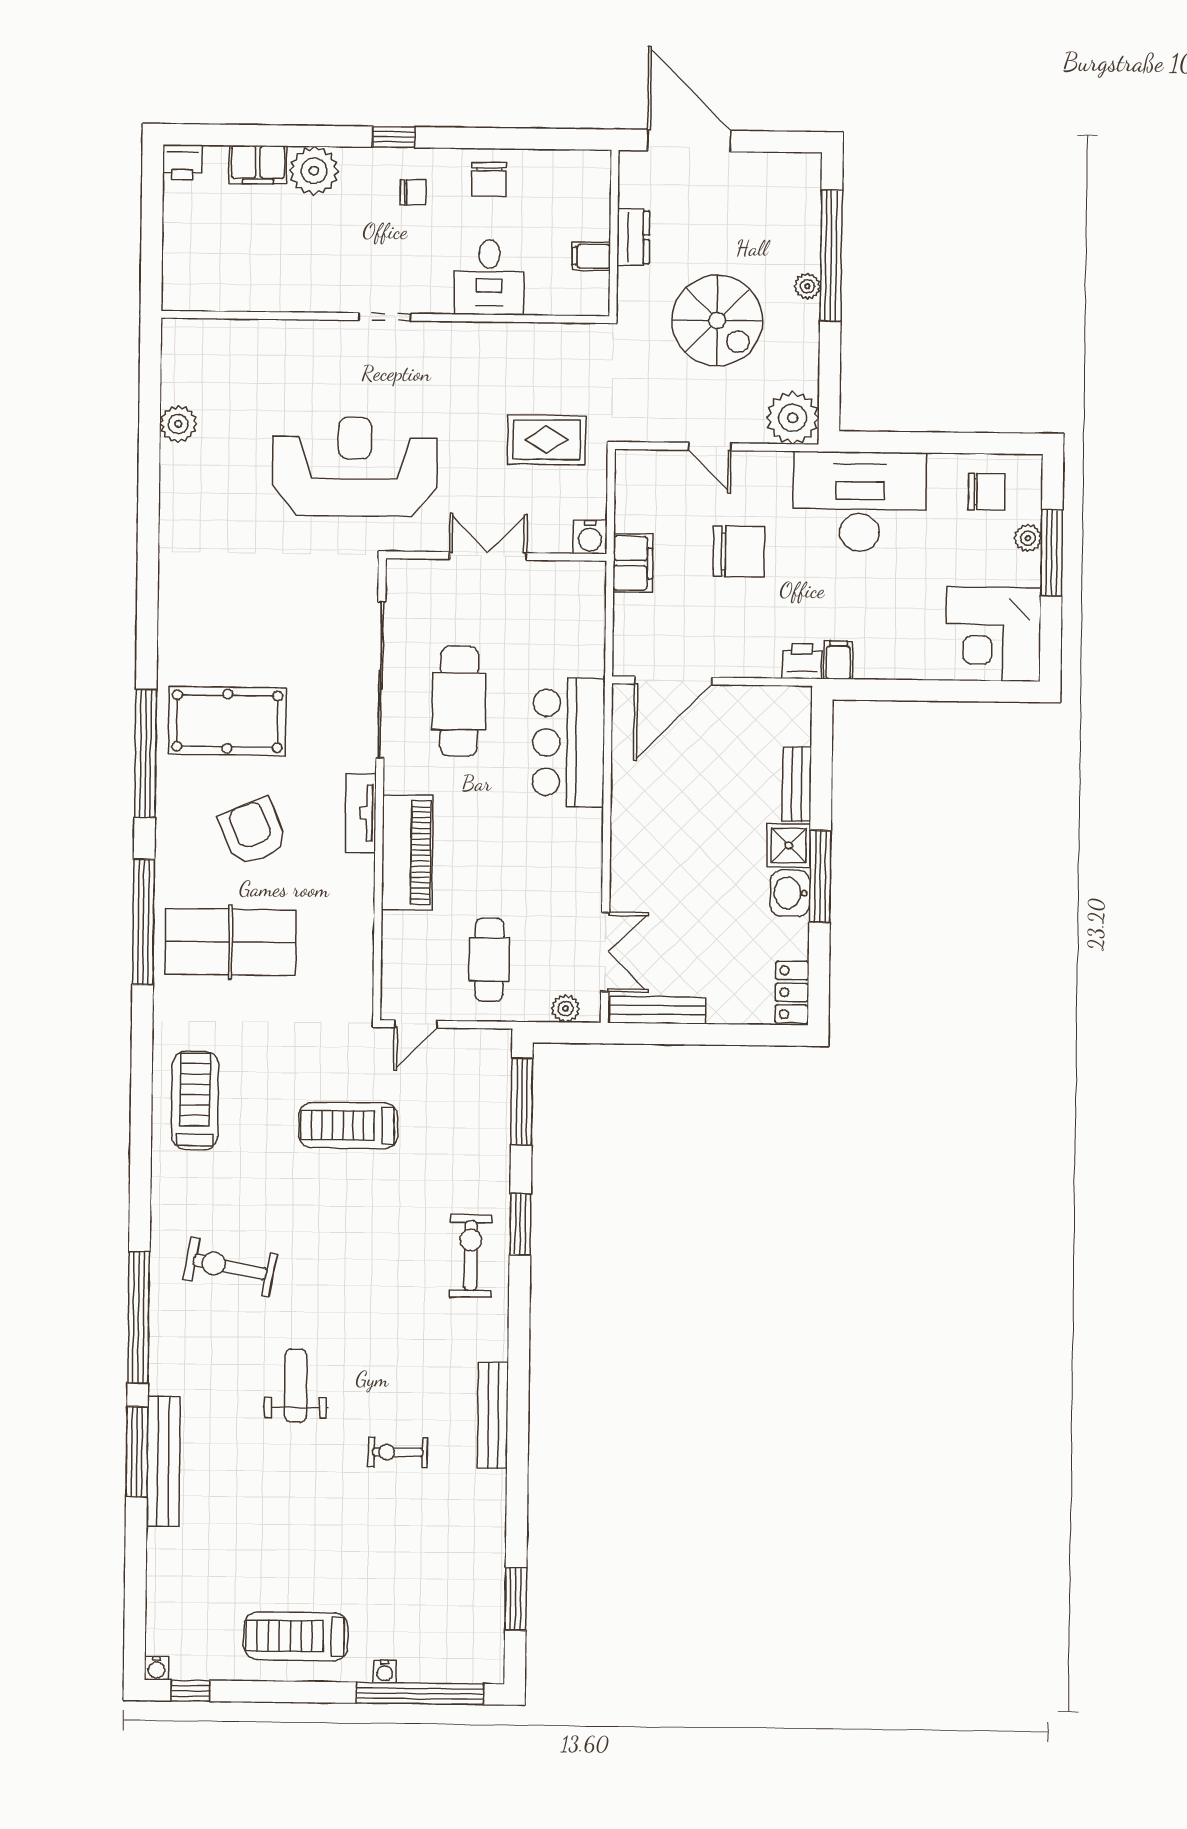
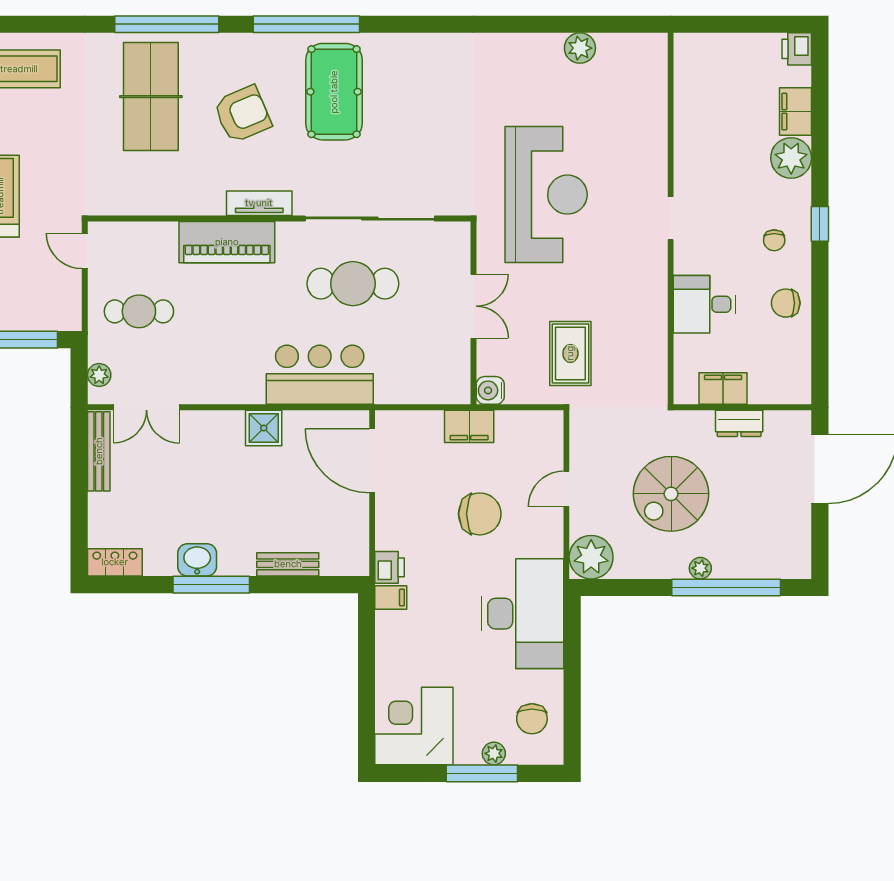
filing cabinet: (591, 256) -> (723, 389), width x2.00
chair: (739, 552) -> (480, 514), turned -90
shower: (789, 845) -> (264, 428), moved

